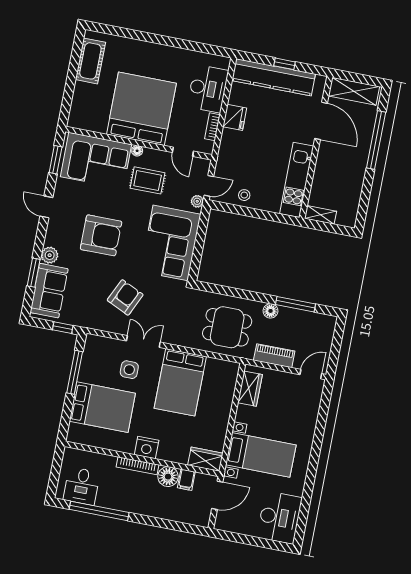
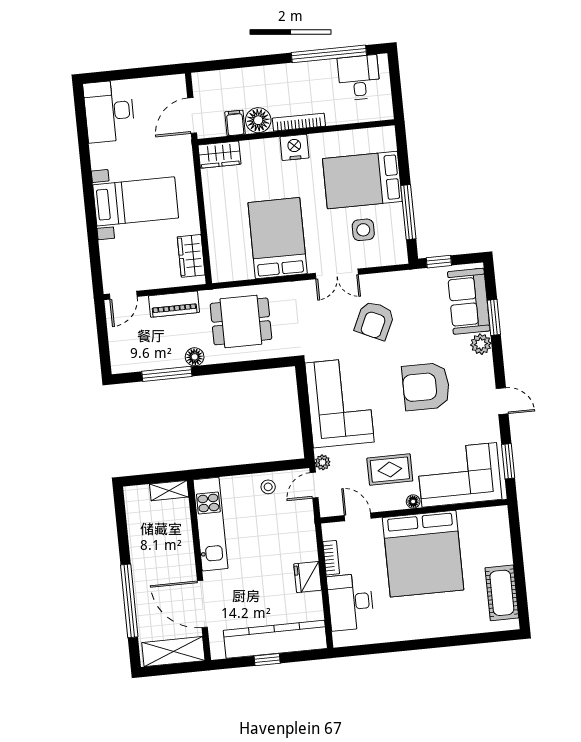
side table: (129, 370) -> (363, 230), moved
bed with nightstands: (261, 455) -> (136, 201), moved, turned 180

